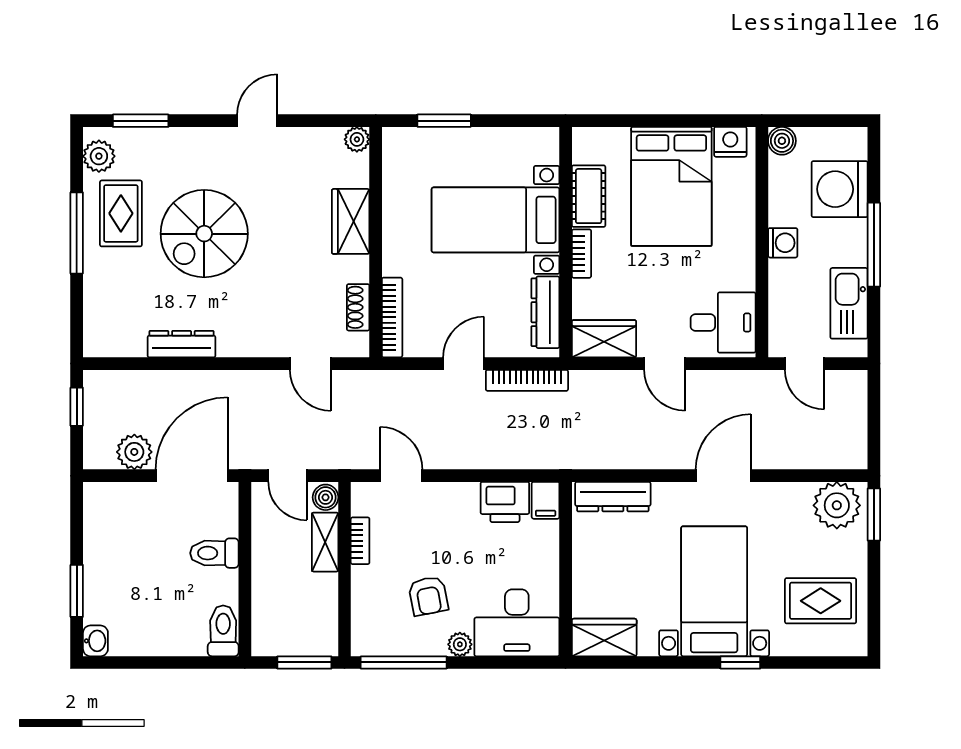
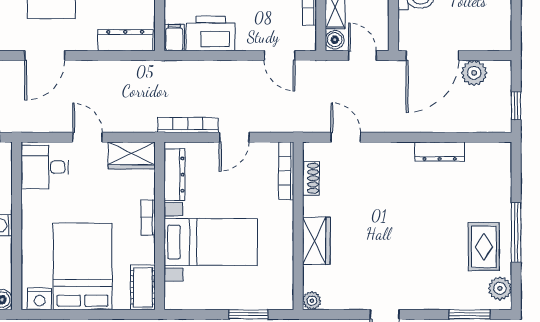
cot: (589, 196) -> (143, 287), moved
spiral stairs: (204, 234) -> (423, 232), removed
printer: (505, 502) -> (211, 33), width x1.37, depth x1.19

